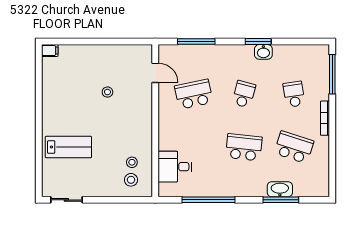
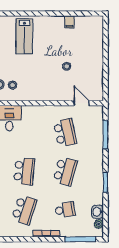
plant: (312, 50) -> (99, 224), added
filing cabinet: (50, 51) -> (69, 22), moved
washbasin: (263, 52) -> (98, 212), moved
door: (155, 73) -> (81, 103), swing flipped
school desk: (244, 94) -> (65, 171), width x1.85

